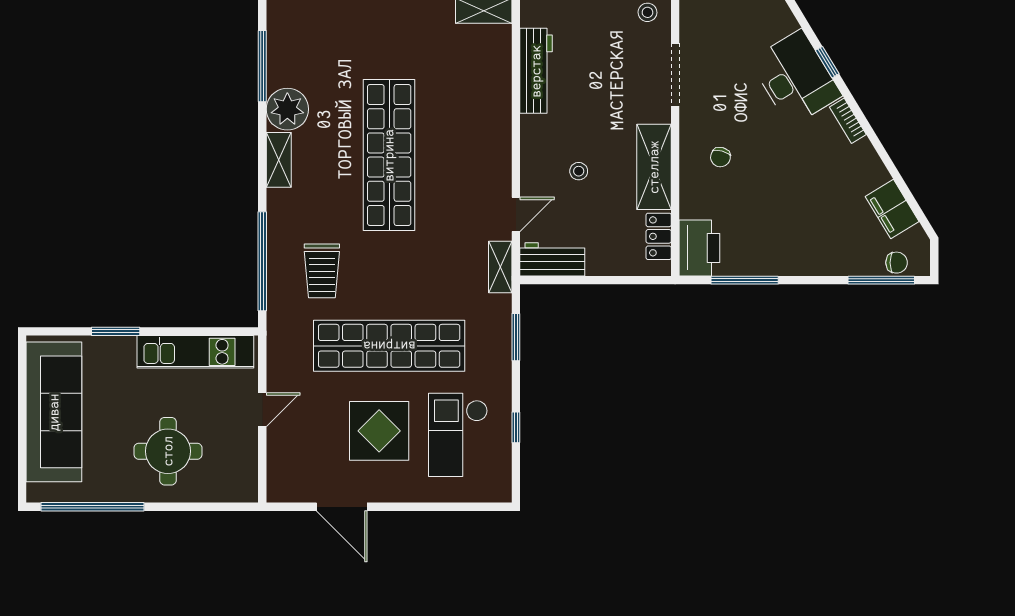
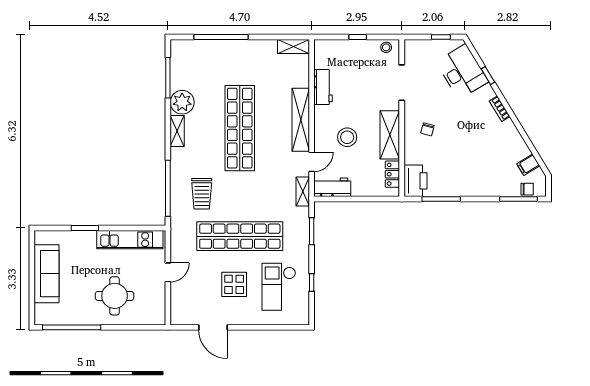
workbench: (536, 71) -> (323, 87), width x0.73
desk: (796, 78) -> (462, 72), moved
shelving: (497, 140) -> (301, 120), added
stool: (579, 171) -> (347, 137), width x1.89, depth x1.89
filing cabinet: (892, 209) -> (528, 165), width x0.50
sofa: (54, 412) -> (47, 274), width x0.74, depth x0.79
display table: (379, 431) -> (234, 284), width x0.73, depth x0.73

